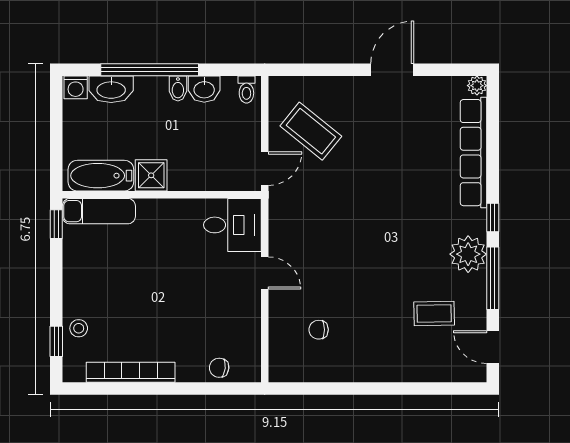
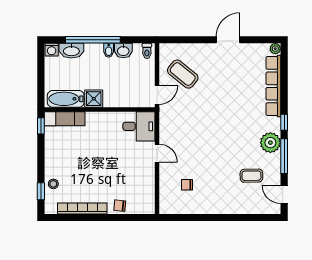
chair: (219, 368) -> (120, 206), moved

